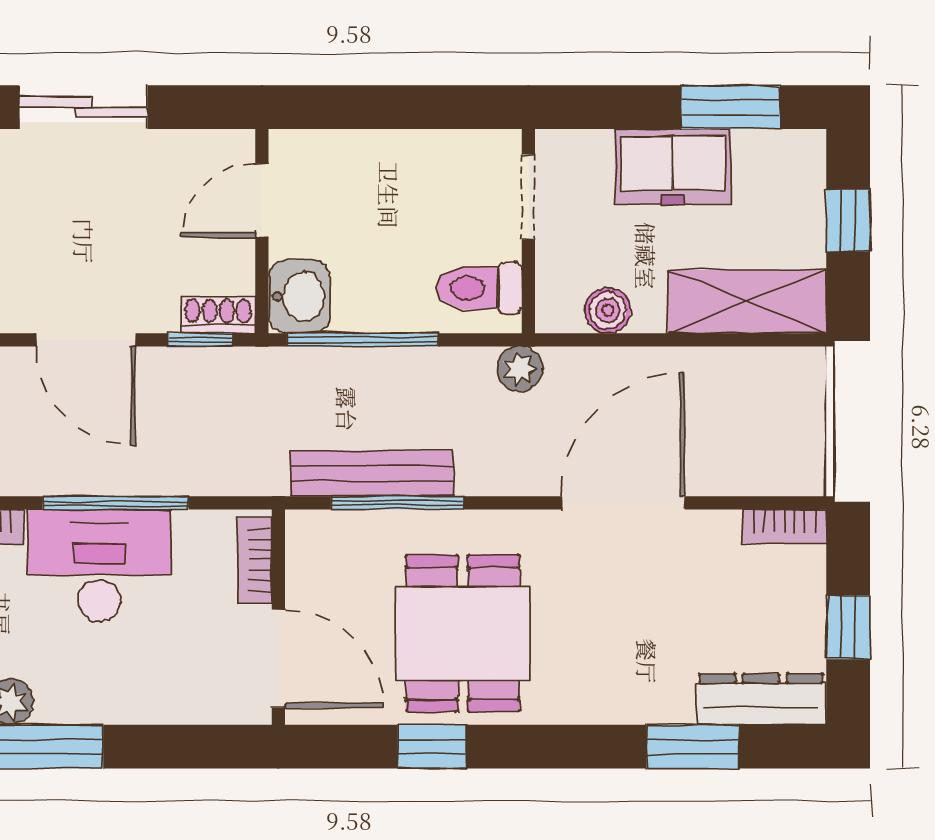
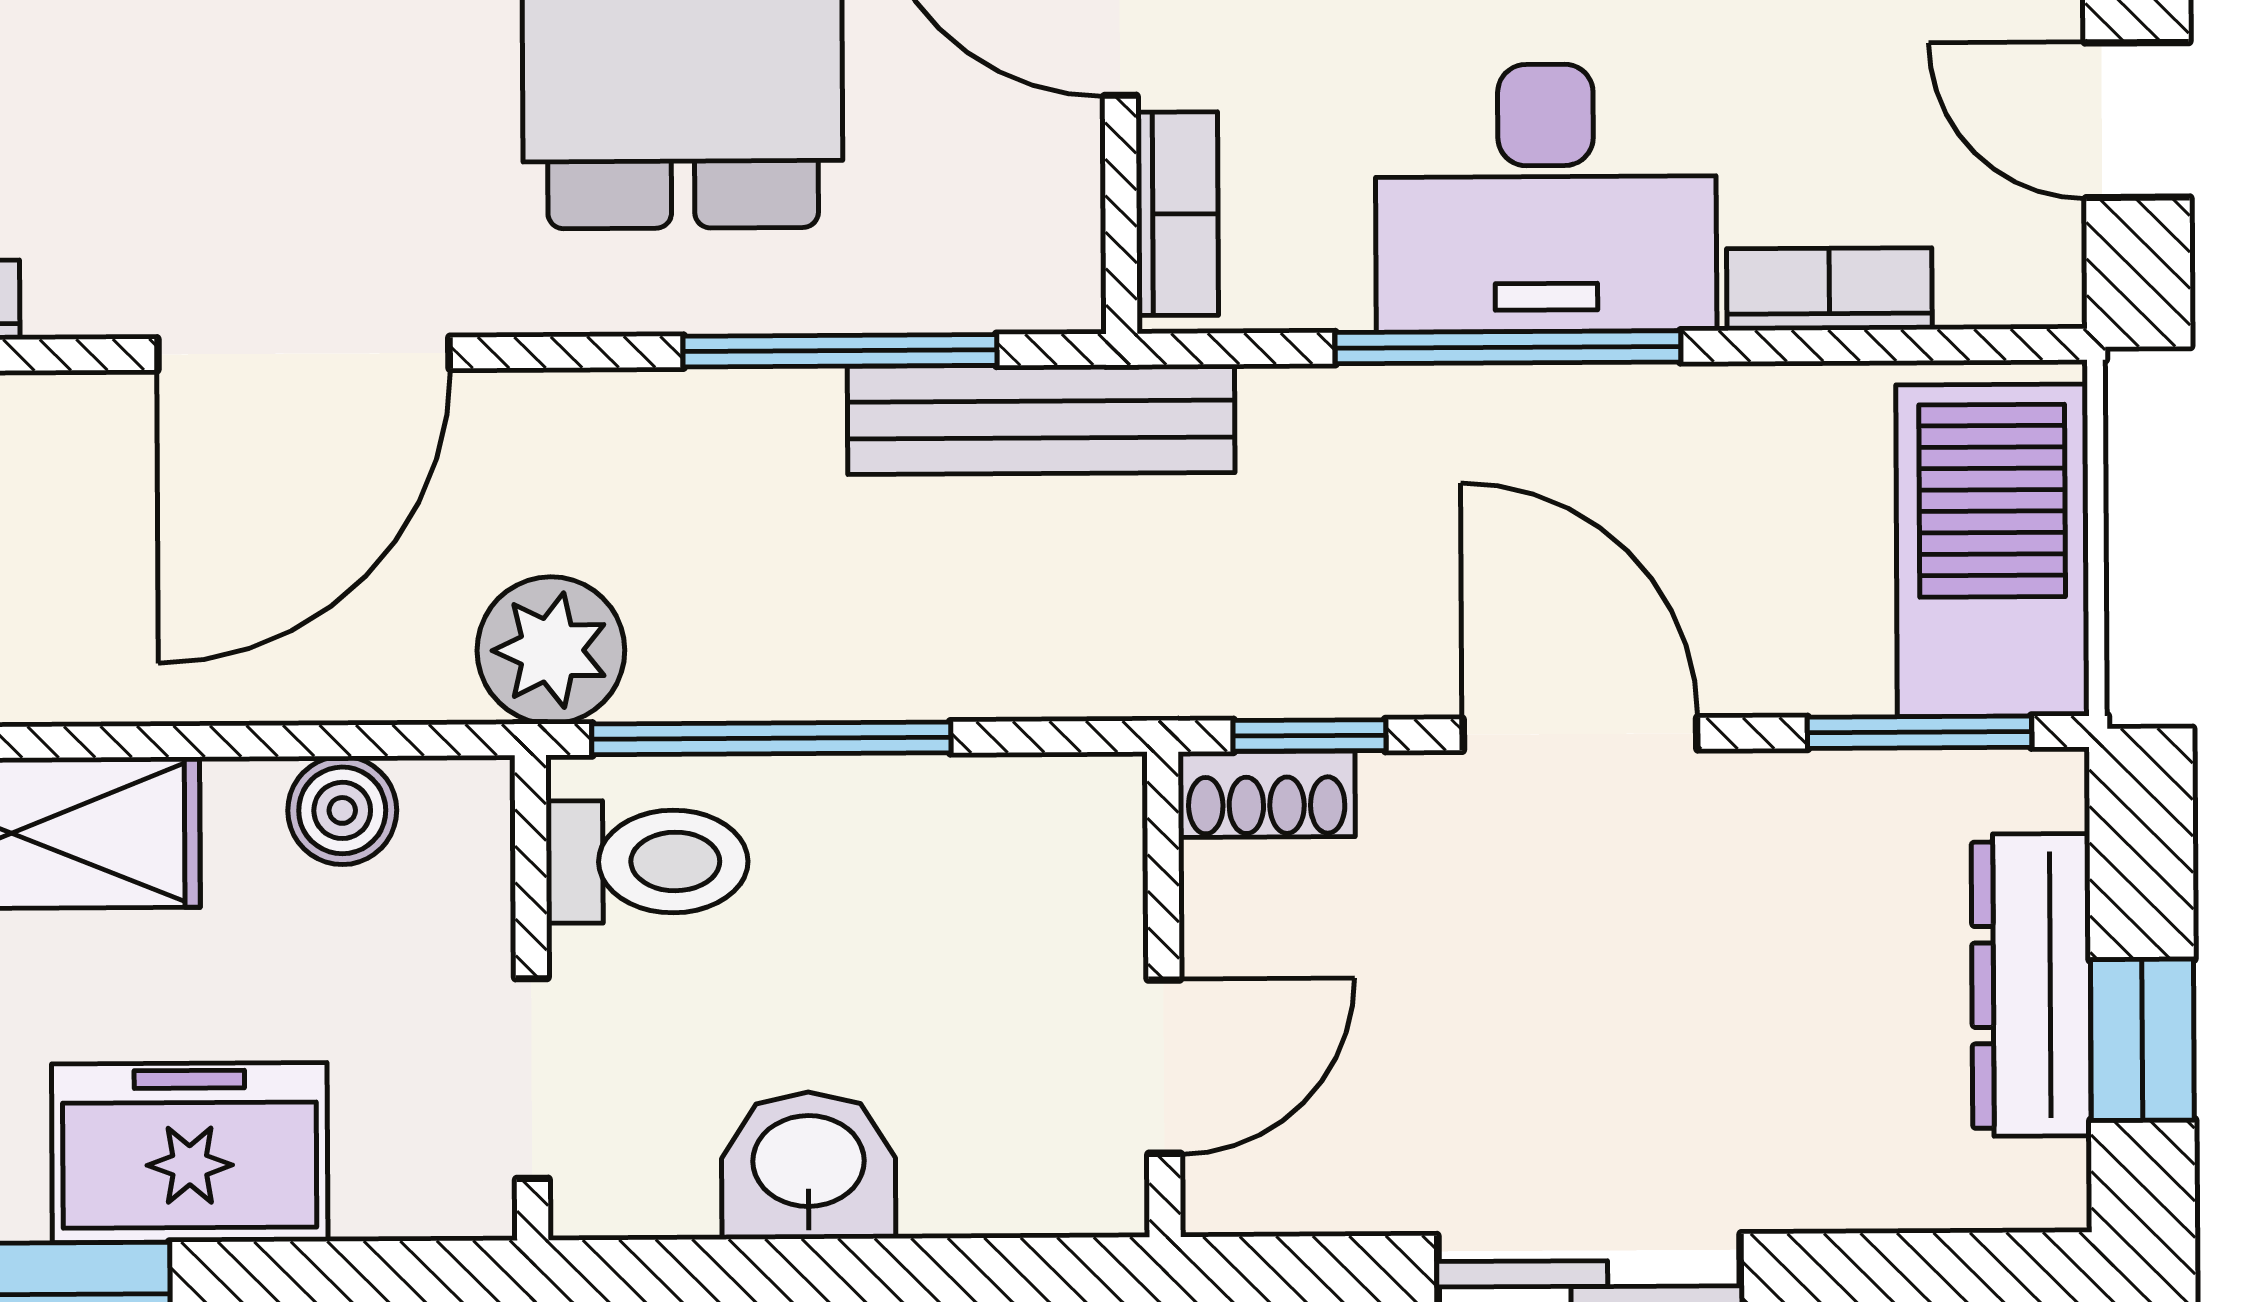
washbasin: (299, 297) -> (808, 1165), moved, turned 90
window: (363, 340) -> (771, 738), moved
plant: (519, 369) -> (551, 650), width x1.38, depth x1.38
bench: (372, 474) -> (1041, 419), moved

